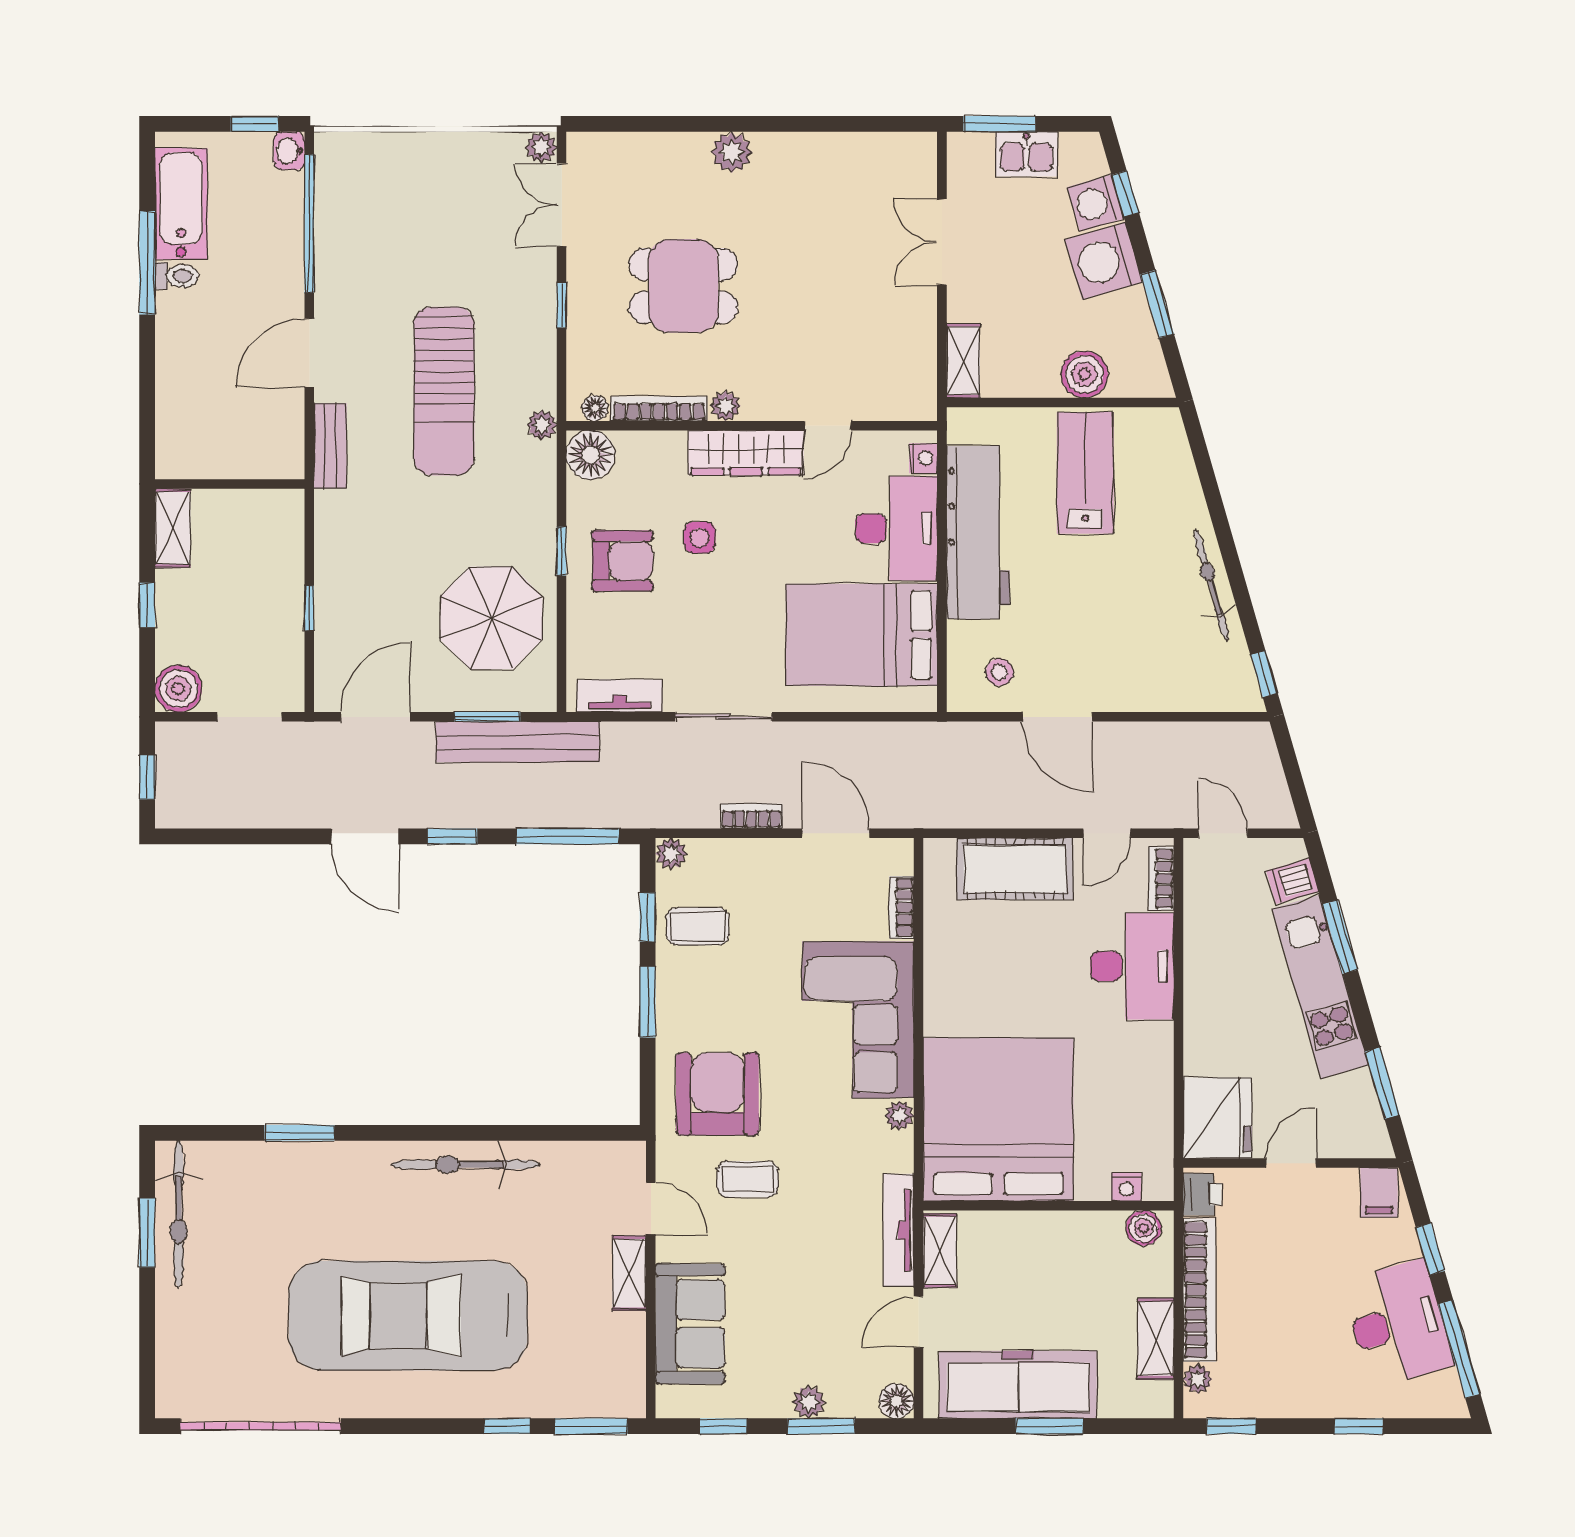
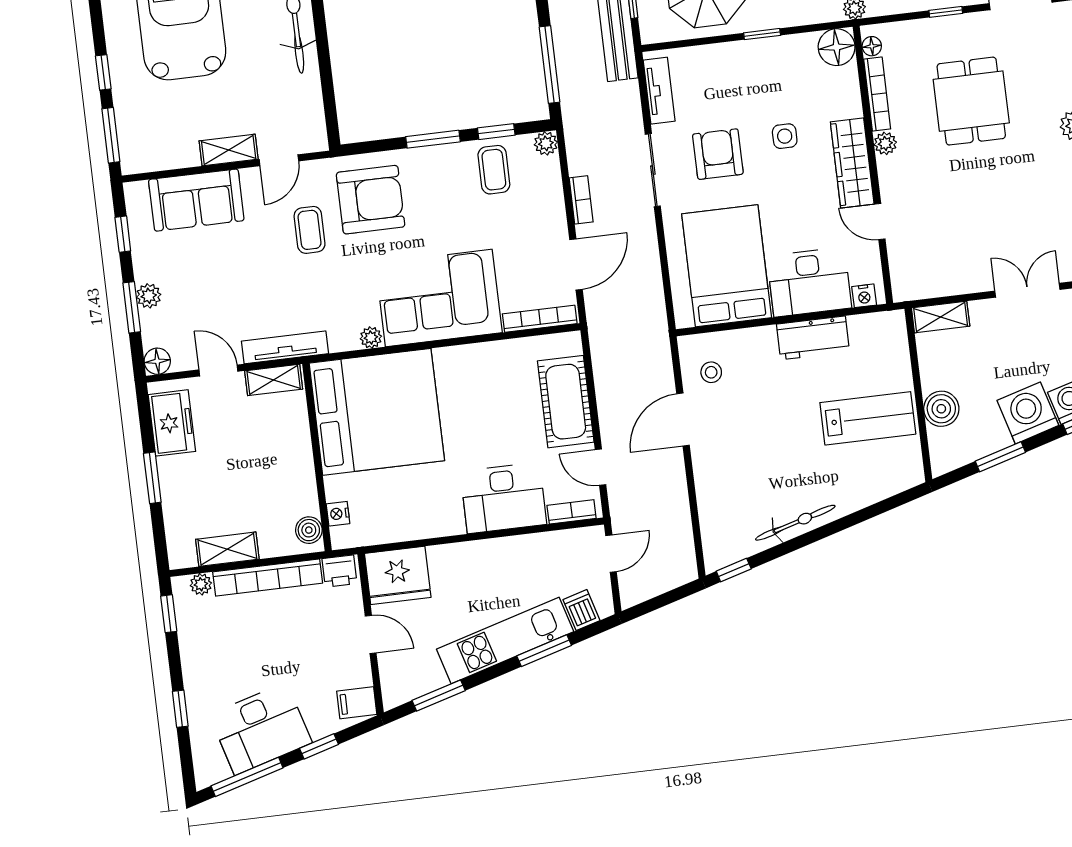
workbench: (978, 532) -> (813, 338), width x0.53, depth x0.76
armchair: (623, 561) -> (718, 154), moved, turned 180
bookcase: (902, 907) -> (540, 319), width x1.56
freezer: (1018, 1385) -> (172, 423), width x0.52, depth x0.79

